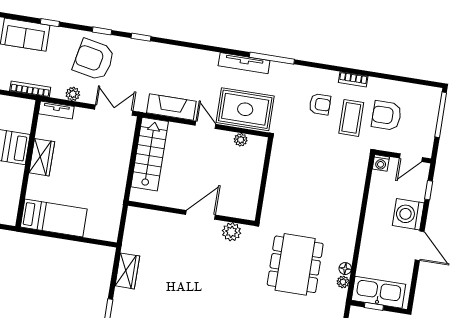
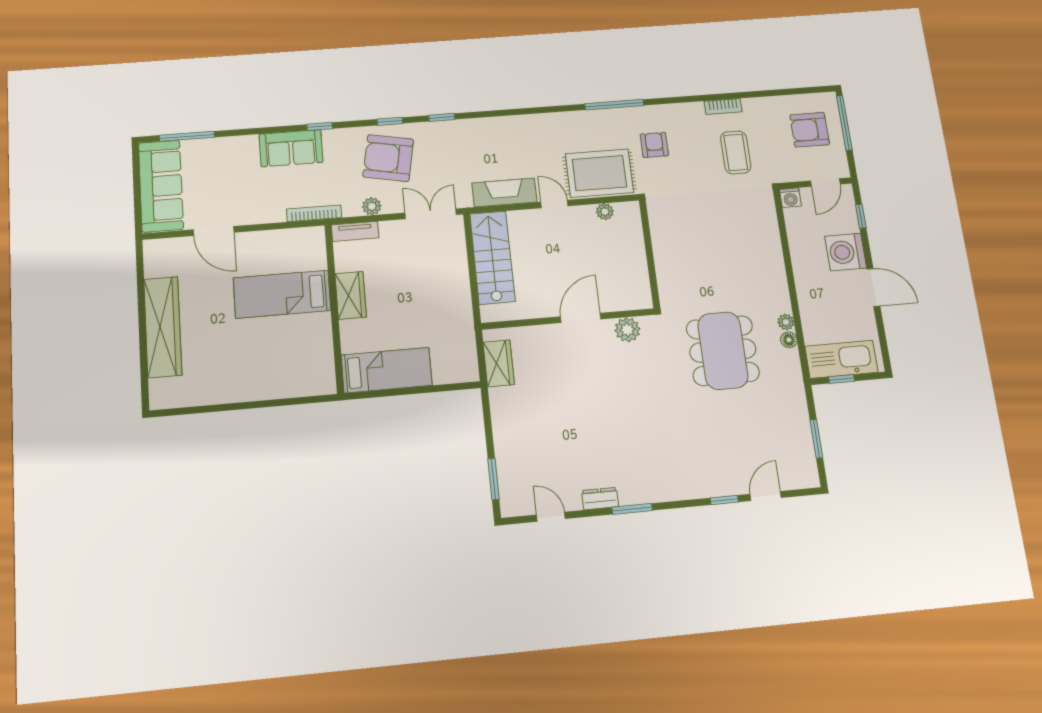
tv unit: (244, 63) -> (581, 118), removed
armchair: (320, 104) -> (654, 145), moved, turned -90
armchair: (387, 115) -> (810, 130), moved
wardrobe: (127, 271) -> (499, 363), moved
plant: (343, 282) -> (786, 322), moved

